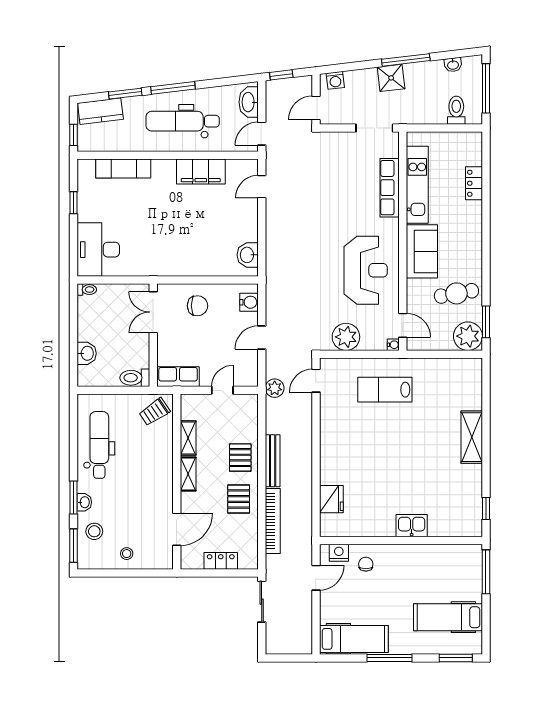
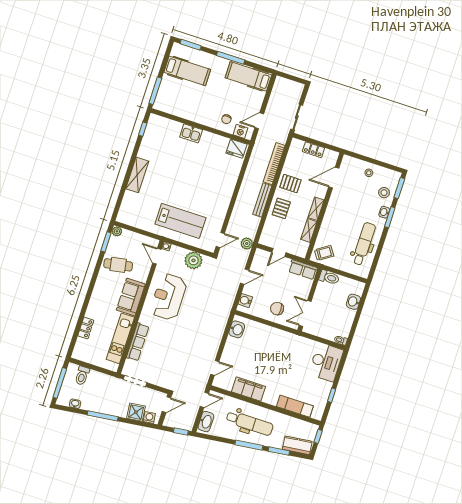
shower: (391, 78) -> (136, 412), moved
double door: (153, 312) -> (305, 313), swing flipped
plant: (468, 336) -> (117, 231), width x0.53, depth x0.53
lab bench: (385, 390) -> (180, 221), width x1.36, depth x1.39
dental chair: (99, 445) -> (364, 244), turned 180
pallet: (239, 499) -> (290, 184), turned 90
fridge: (331, 499) -> (237, 149), moved, turned -90

